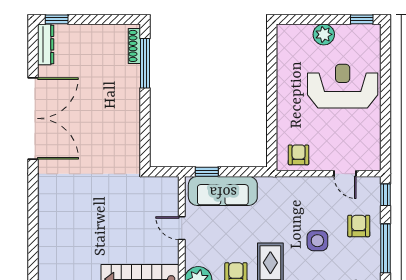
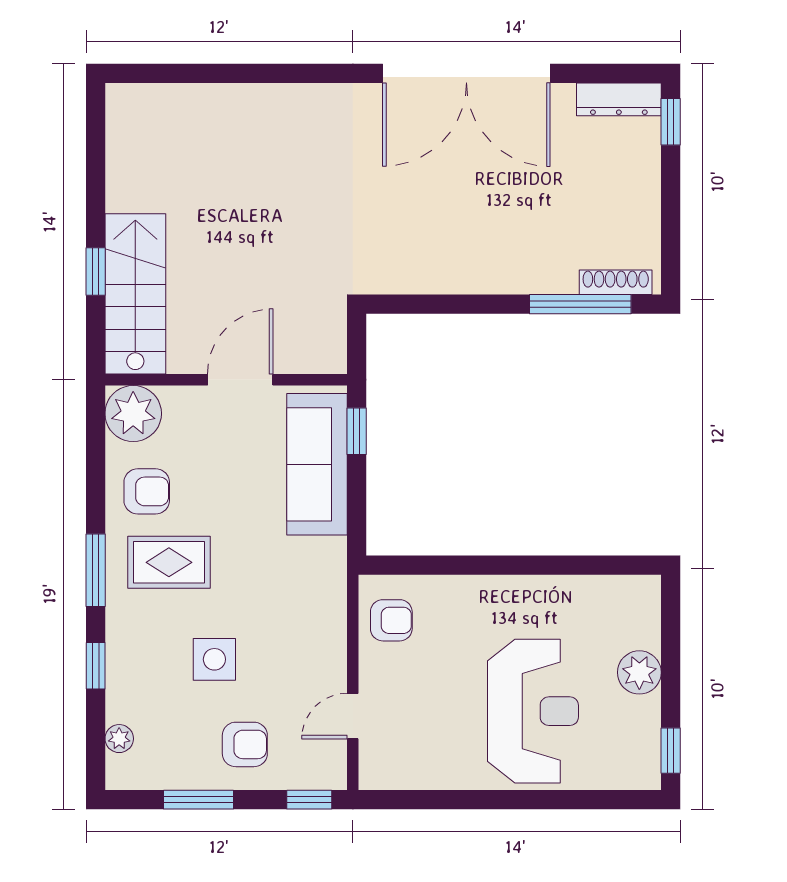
door: (182, 228) -> (240, 380), width x1.38
window: (385, 248) -> (199, 800), width x0.69

